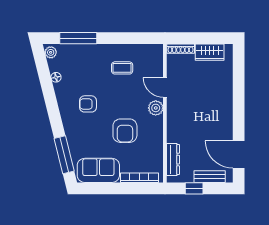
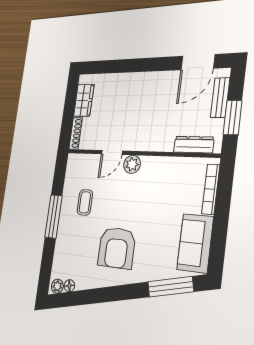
window: (78, 38) -> (54, 216), moved
floor lamp: (56, 77) -> (69, 286), moved
armchair: (88, 104) -> (117, 248), width x1.88, depth x1.88
armchair: (125, 131) -> (152, 204), removed
window: (194, 188) -> (233, 118), width x1.50

